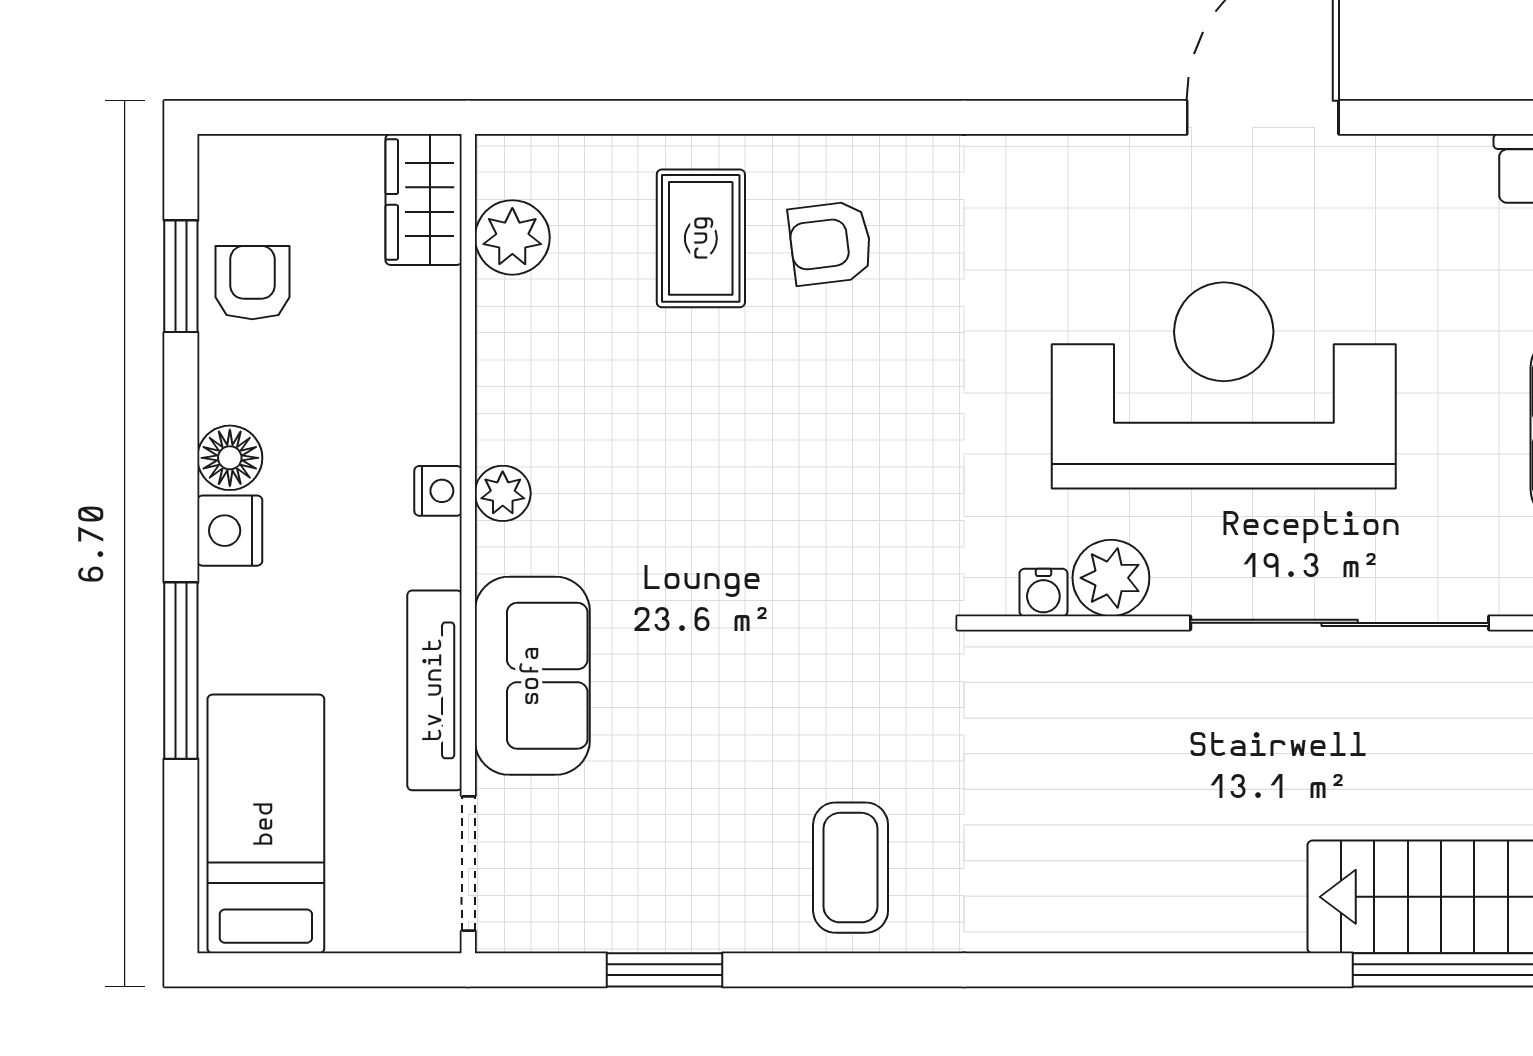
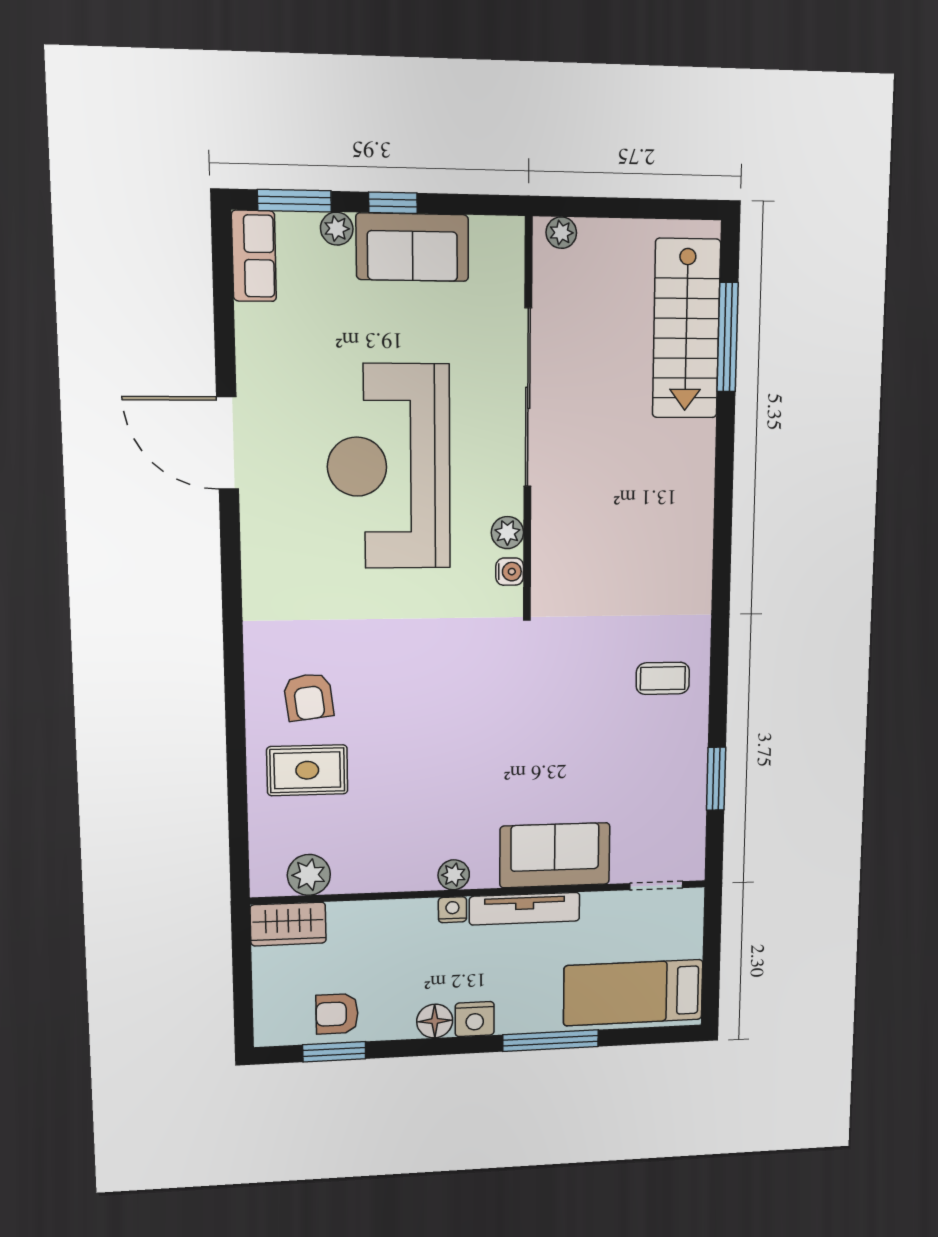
plant: (1111, 578) -> (507, 533), width x0.73, depth x0.73
tv unit: (435, 690) -> (525, 909), moved
doorway: (468, 863) -> (656, 886), width x0.73
coffee table: (851, 868) -> (663, 678), width x0.73, depth x0.77

